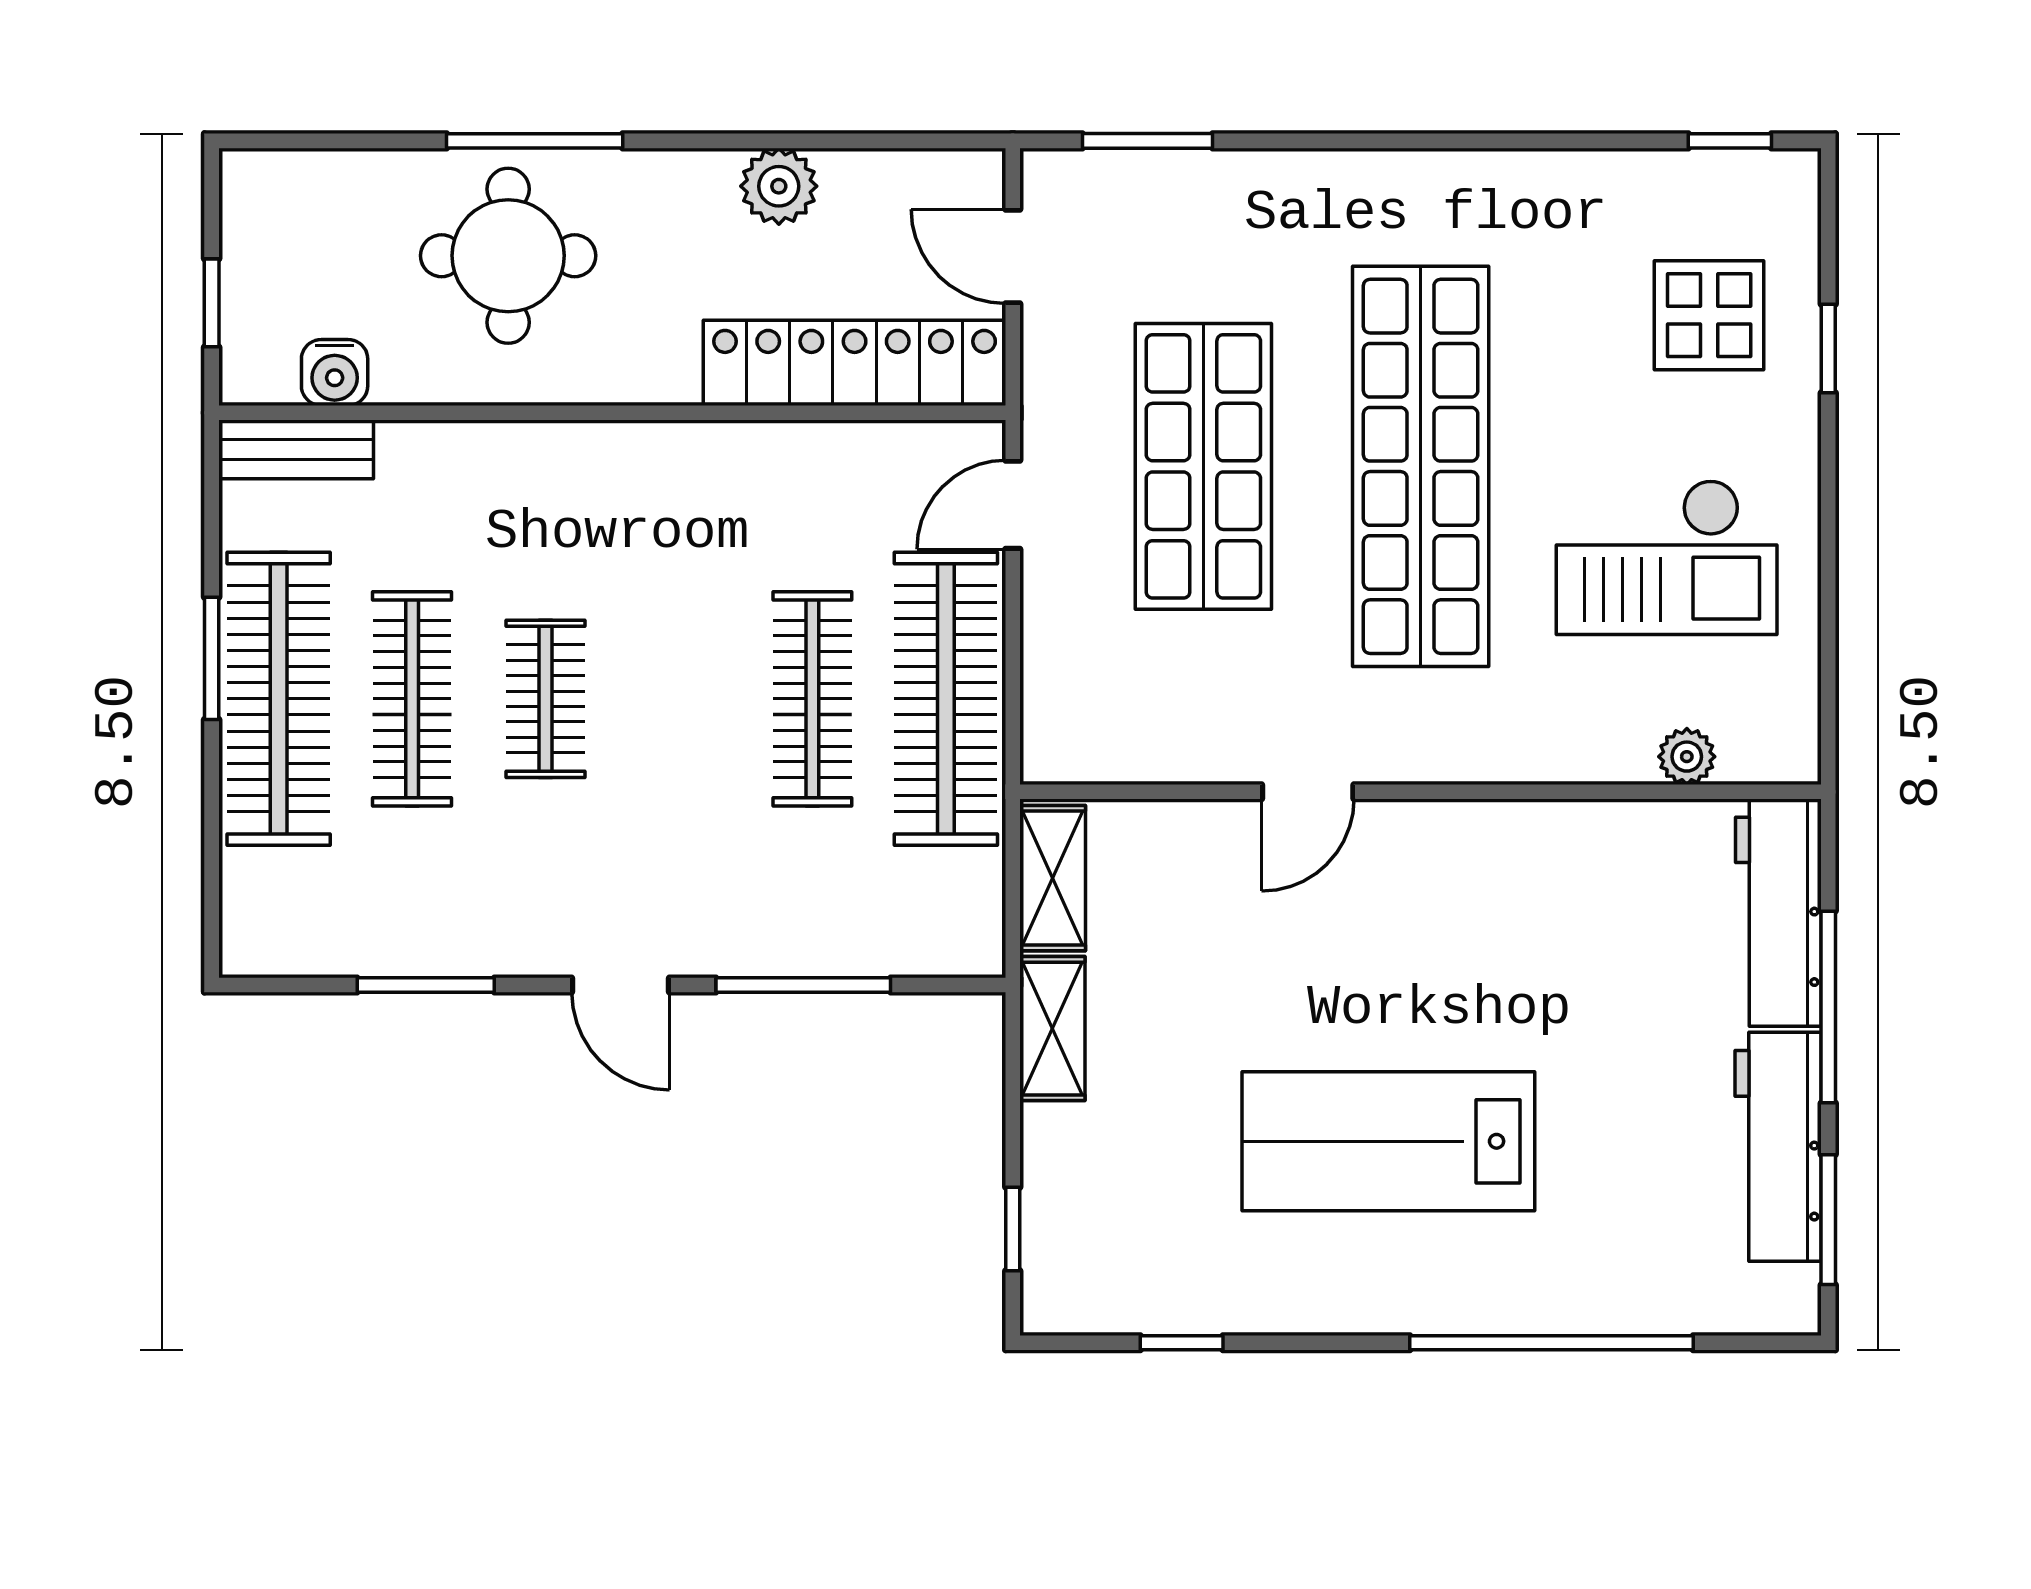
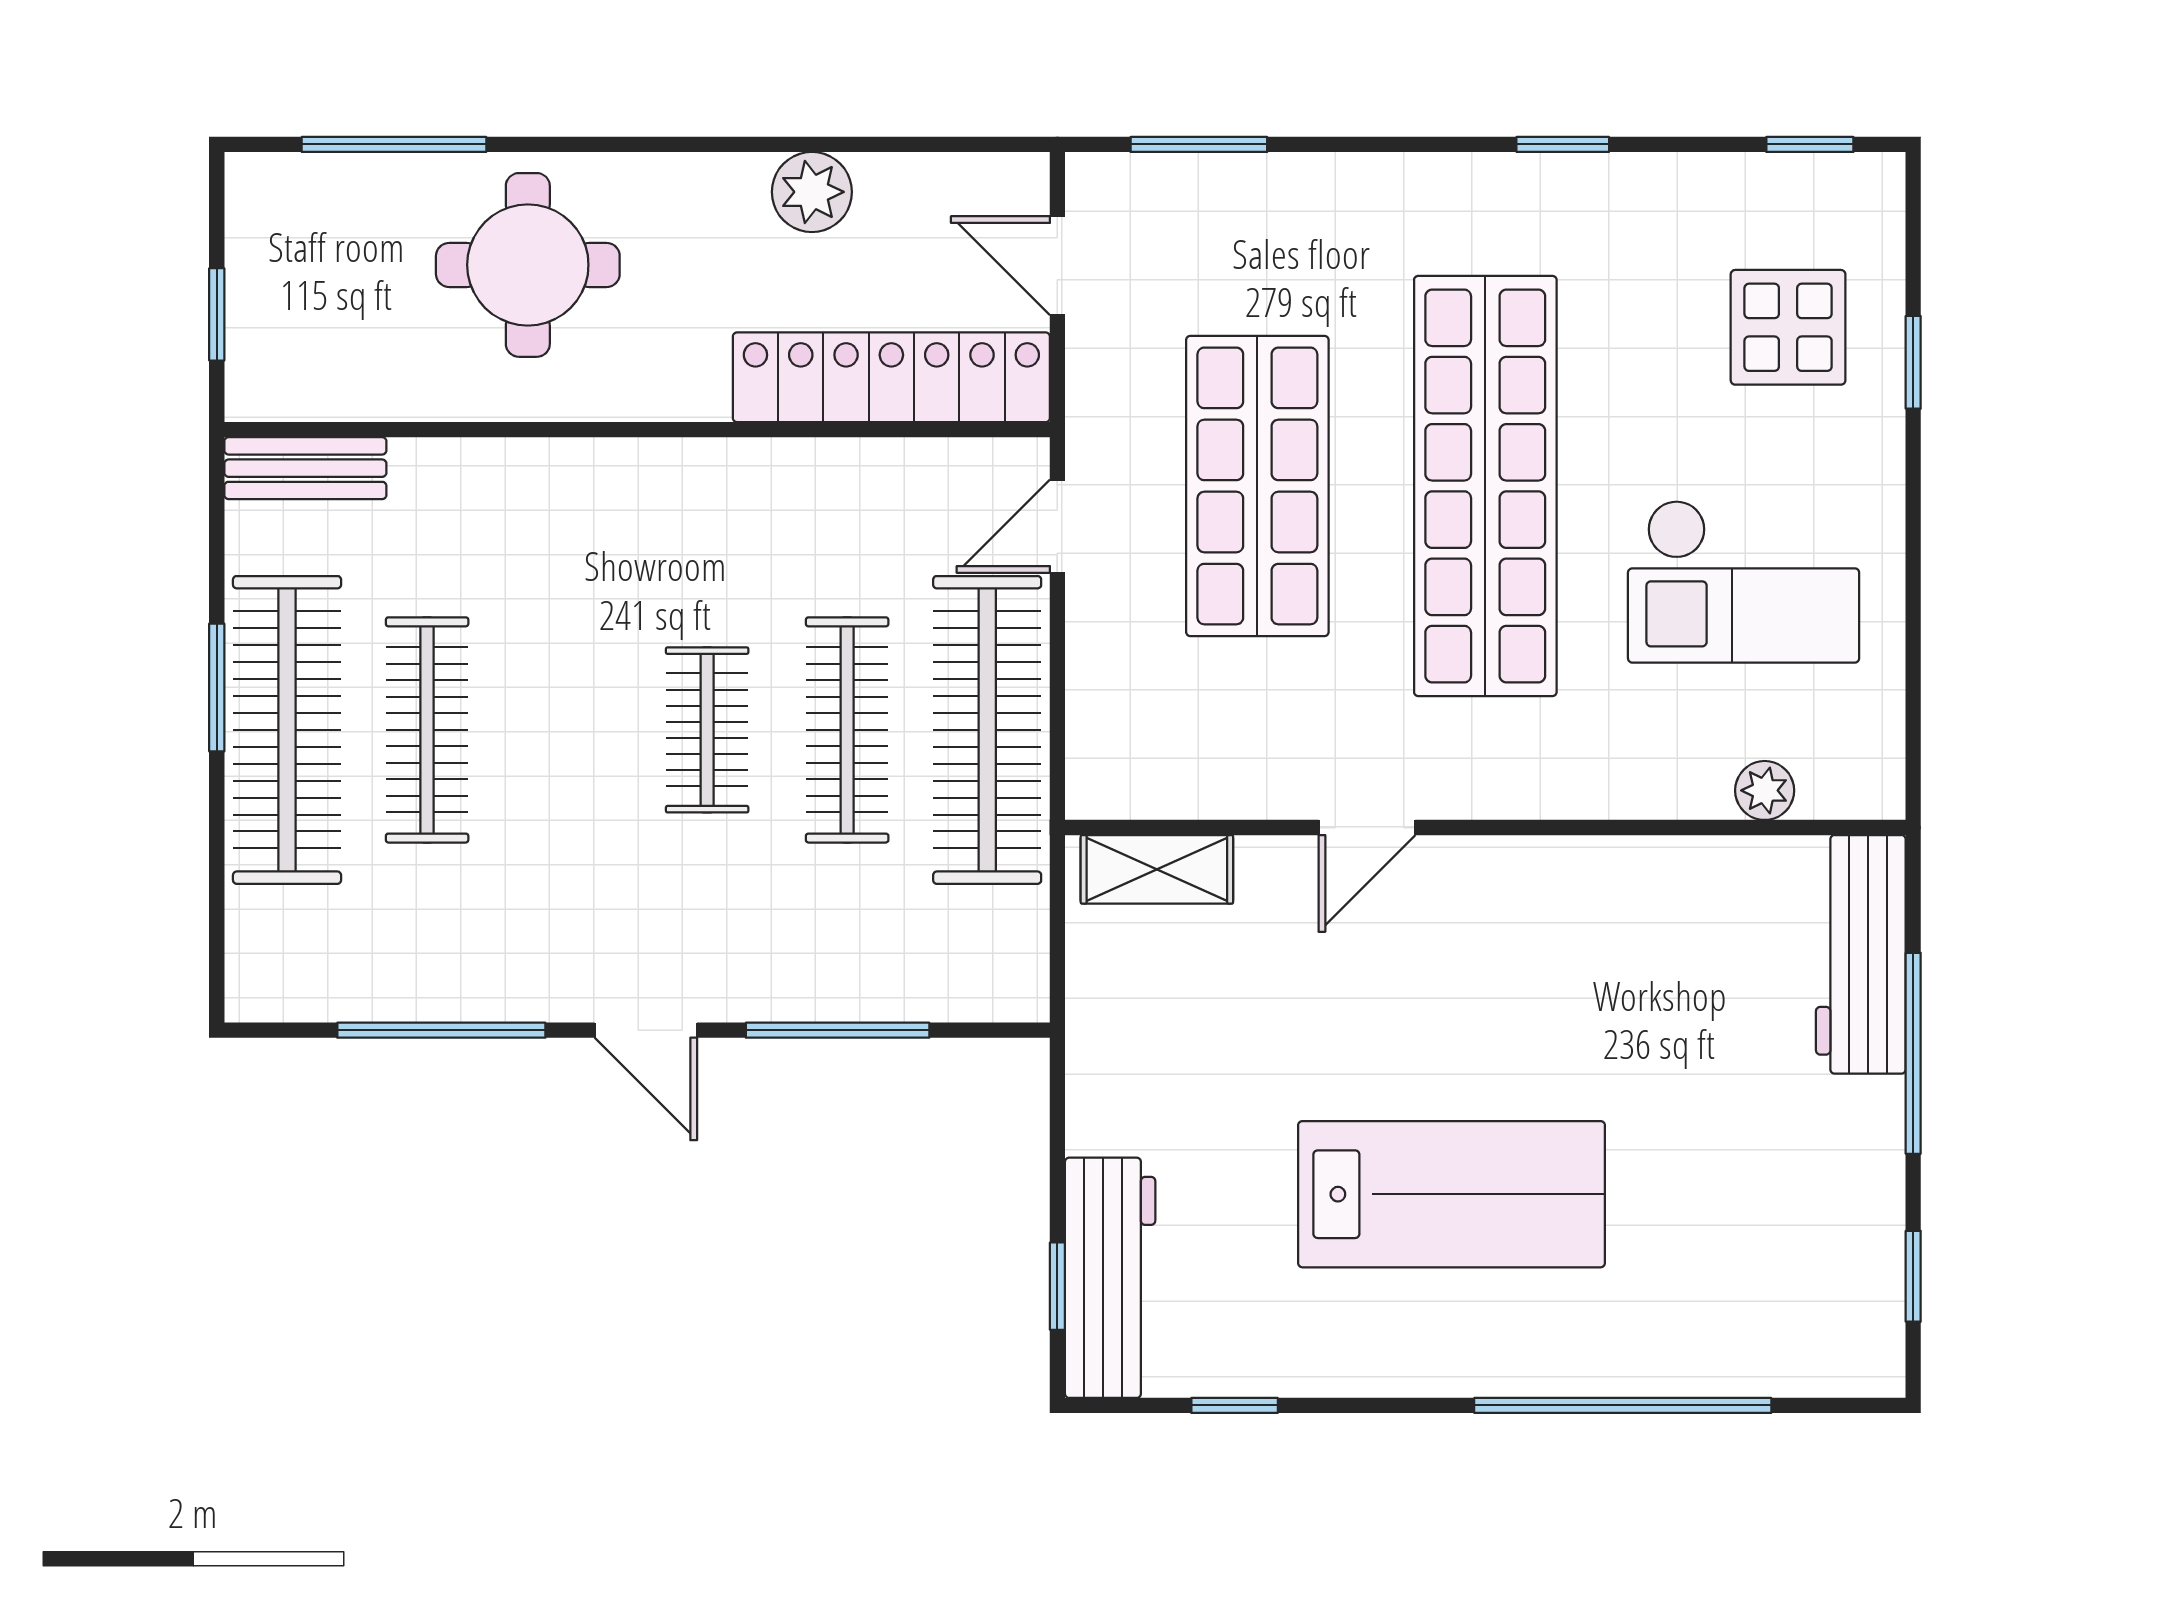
window: (535, 141) -> (394, 144), moved
window: (1494, 141) -> (1563, 144), added
water cooler: (335, 372) -> (346, 387), removed
clothes rail: (546, 699) -> (707, 730), moved
shelving: (1053, 878) -> (1157, 869), moved, turned 90
window: (426, 985) -> (441, 1030), width x1.44
shelving: (1052, 1029) -> (1099, 1076), removed
lab bench: (1388, 1141) -> (1451, 1194), turned 180
workbench: (1778, 1147) -> (1110, 1278), moved, turned 180
window: (1828, 1220) -> (1913, 1276), width x0.67

